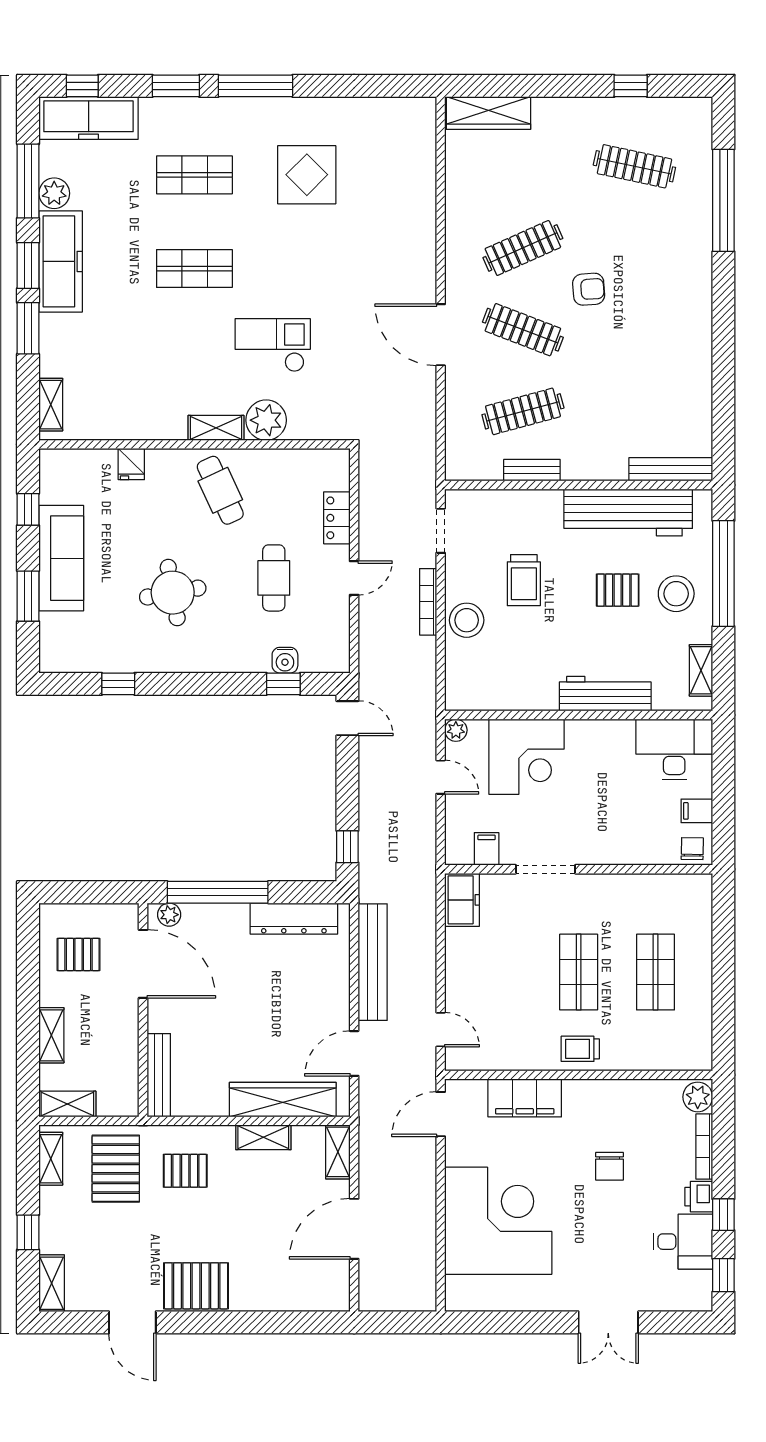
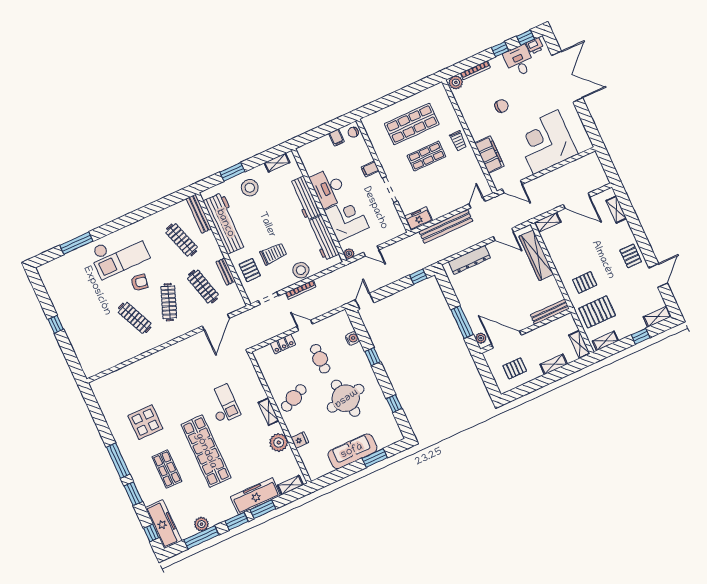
window: (631, 86) -> (56, 324), moved
wardrobe: (488, 113) -> (85, 358), removed
clothes rail: (634, 166) -> (182, 240), moved, turned -30
window: (723, 200) -> (76, 243), width x0.68
freezer: (61, 261) -> (255, 496), moved
shop shelf: (194, 269) -> (206, 451), width x2.00, depth x1.36
checkout: (663, 275) -> (119, 254), added
armchair: (589, 289) -> (139, 282), turned 104
door: (441, 335) -> (216, 322), moved
checkout: (273, 345) -> (223, 404), turned 180
plant: (266, 420) -> (279, 442), moved
window: (28, 509) -> (338, 475), removed
window: (723, 573) -> (232, 172), width x0.47
cafe table: (274, 578) -> (320, 359), turned 90
pallet: (618, 590) -> (250, 270), moved
round table: (173, 593) -> (346, 398), width x1.36, depth x1.36
window: (283, 684) -> (373, 357), moved
workbench: (510, 693) -> (323, 238), added
desk: (674, 749) -> (328, 188), moved
door: (441, 777) -> (371, 251), swing flipped
filing cabinet: (487, 849) -> (370, 169), moved
window: (218, 892) -> (462, 322), width x0.68
dresser: (294, 919) -> (469, 260), moved, turned 90
pallet: (79, 954) -> (515, 368), turned 90
bench: (373, 962) -> (446, 226), moved
door: (143, 964) -> (506, 340), hinge flipped
shop shelf: (655, 972) -> (412, 124), width x1.43, depth x1.36
shelving: (263, 1137) -> (616, 210), moved
pallet: (185, 1171) -> (585, 282), turned 90
printer: (699, 1197) -> (535, 46), moved
pallet: (196, 1286) -> (631, 256), width x0.67, depth x0.71
double door: (608, 1322) -> (567, 77), width x1.87

